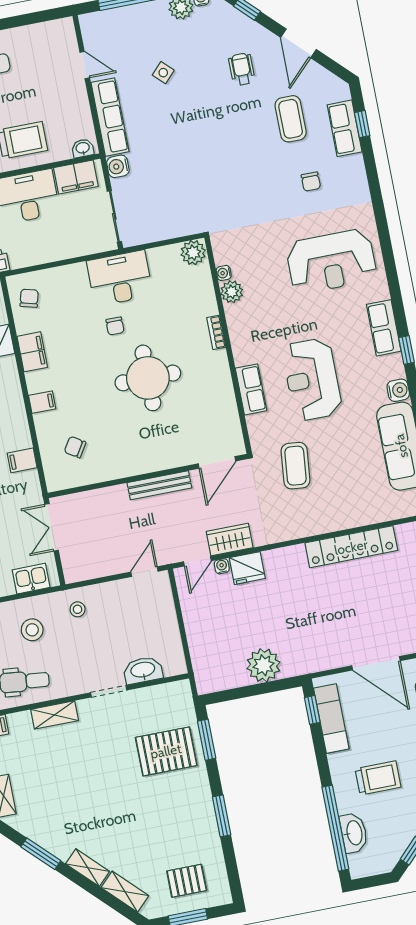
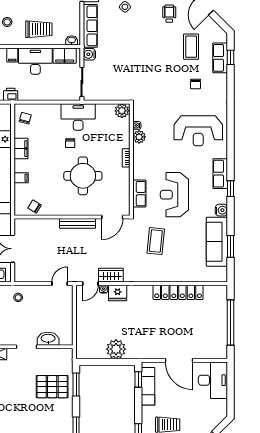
door: (217, 462) -> (112, 217), moved
wall: (148, 476) -> (72, 217), moved
bench: (159, 485) -> (78, 223), moved

